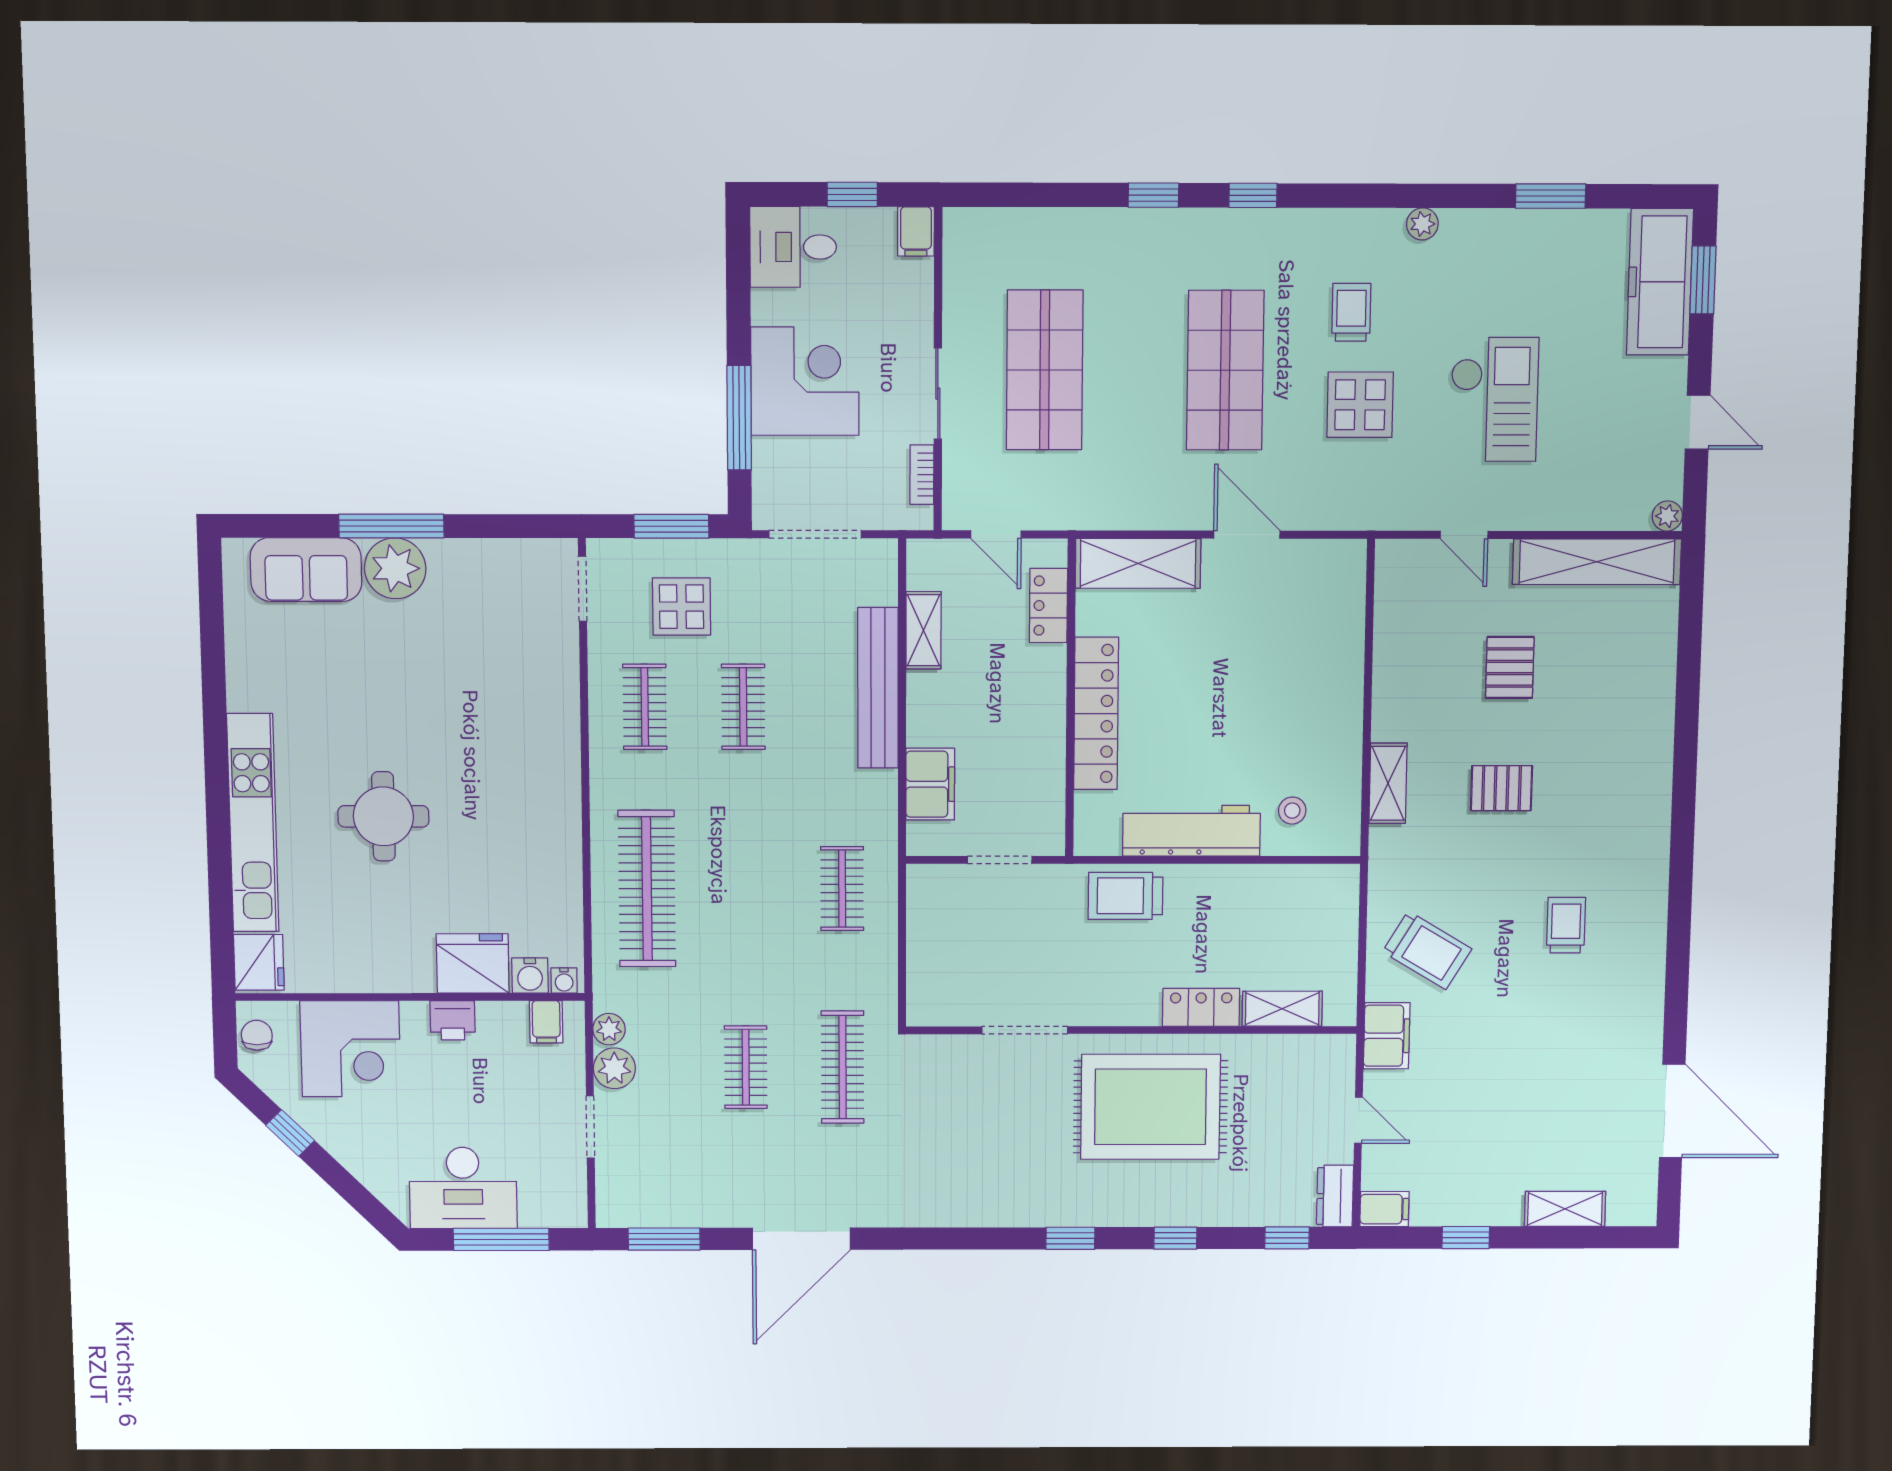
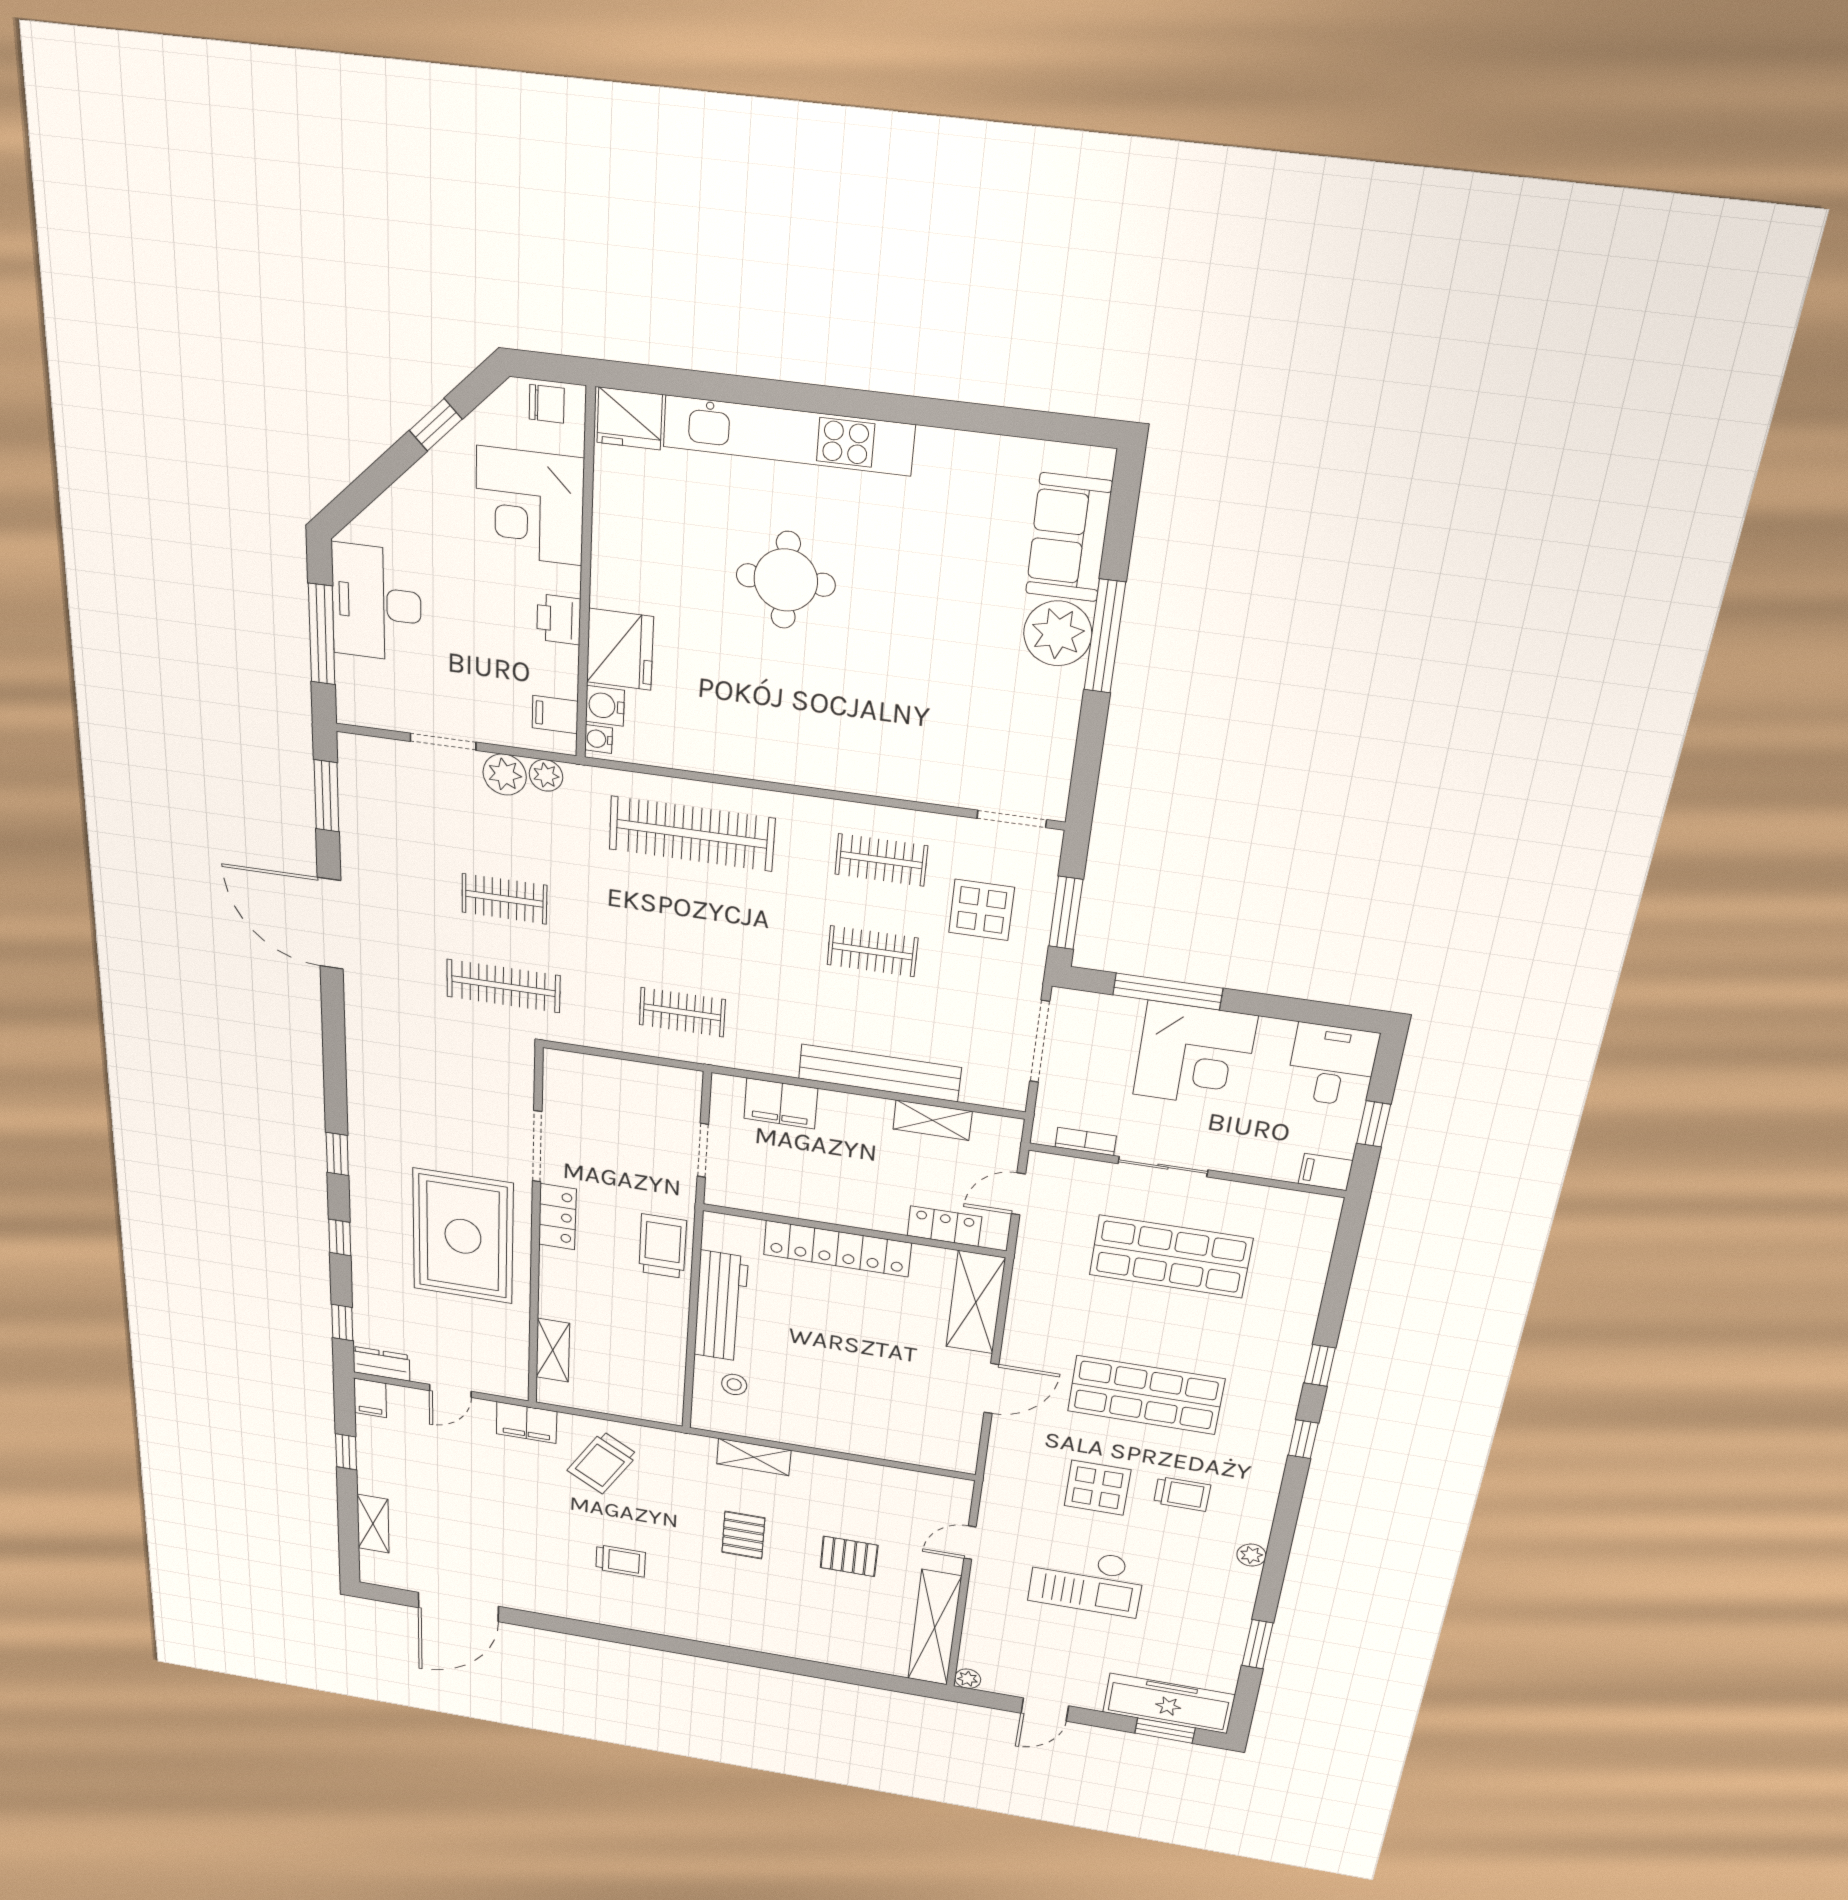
locker: (1201, 1007) -> (557, 1217), moved

